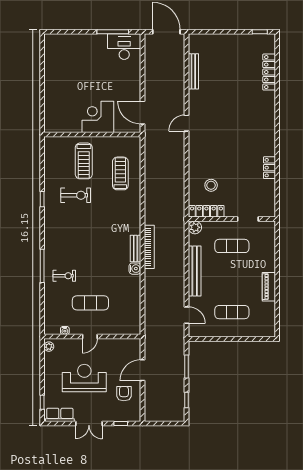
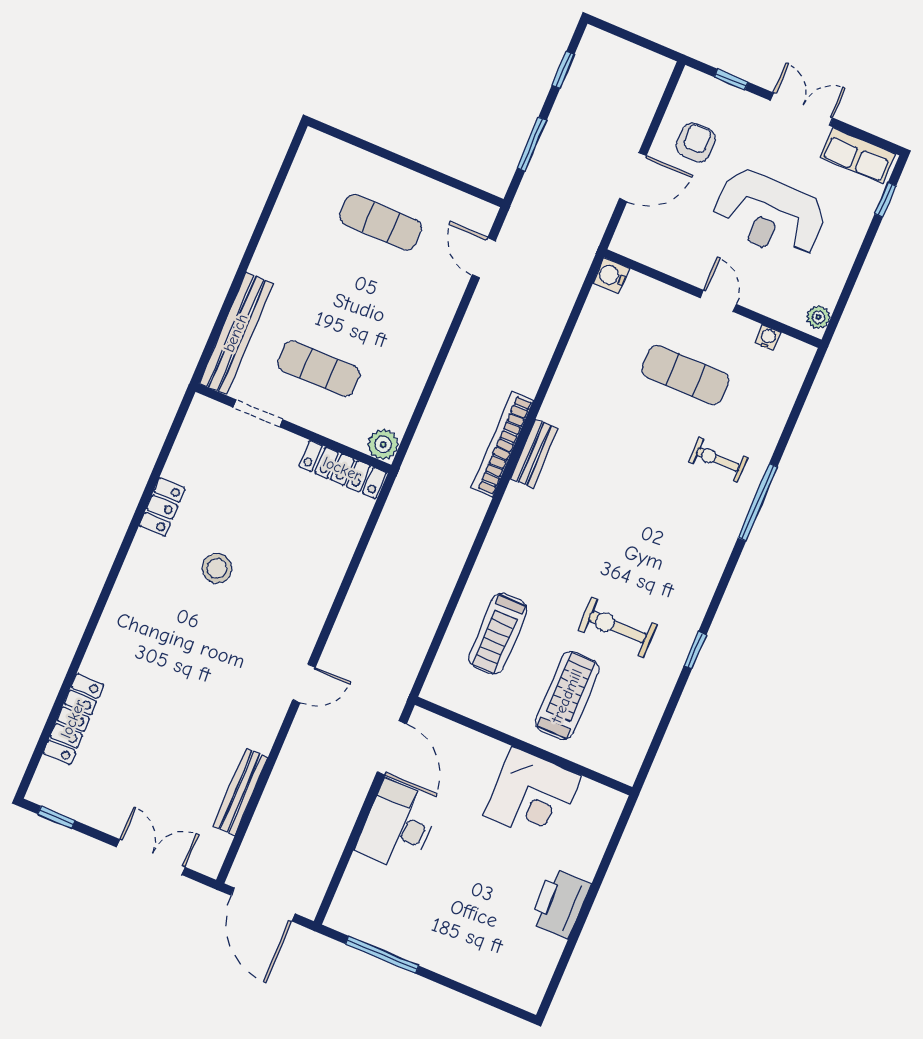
double door: (217, 32) -> (151, 857), added
desk: (124, 47) -> (397, 826), moved, turned 90
printer: (53, 80) -> (560, 903), added
corner desk: (98, 117) -> (532, 796), moved
stool: (211, 185) -> (217, 568), moved
water cooler: (135, 269) -> (611, 276), moved
bench: (195, 271) -> (236, 333), moved
piano: (269, 287) -> (275, 244), removed
door: (90, 337) -> (718, 301), hinge flipped
armchair: (124, 394) -> (696, 142), turned 180

